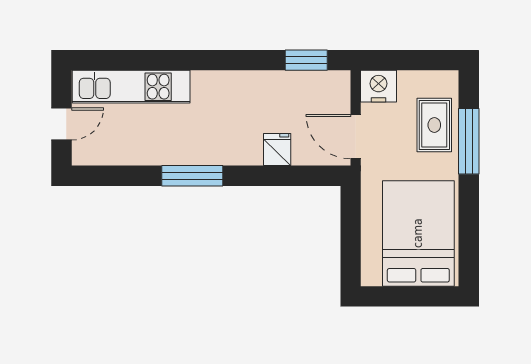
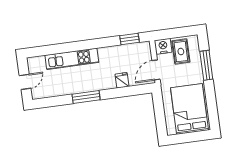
kitchen unit: (131, 87) -> (72, 59), moved
rug: (434, 125) -> (181, 52), moved
door: (356, 137) -> (156, 70), hinge flipped

